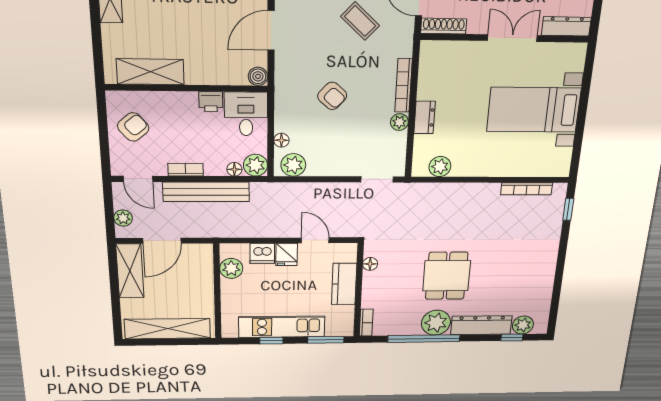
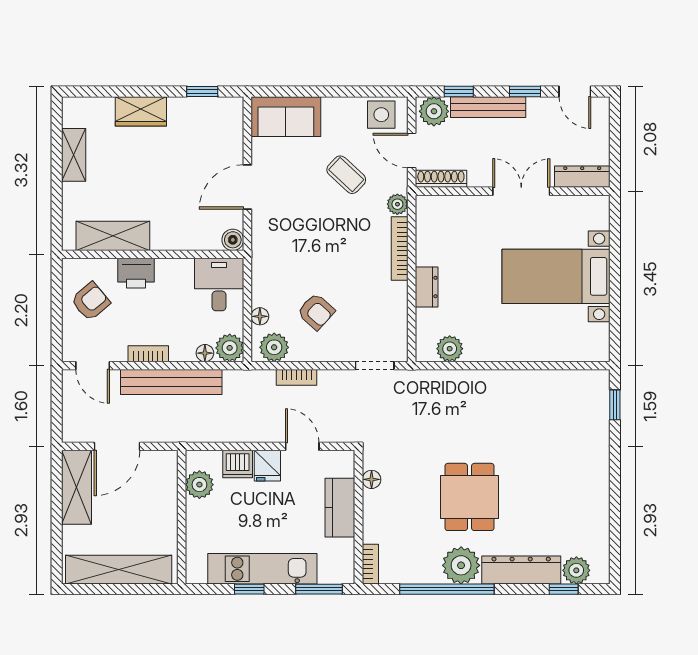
armchair: (332, 96) -> (316, 312), moved
printer: (211, 102) -> (136, 273), moved, width x1.36, depth x1.24
plant: (399, 122) -> (397, 204), moved
bookcase: (527, 189) -> (297, 377), moved, width x0.64
plant: (123, 218) -> (72, 416), removed

